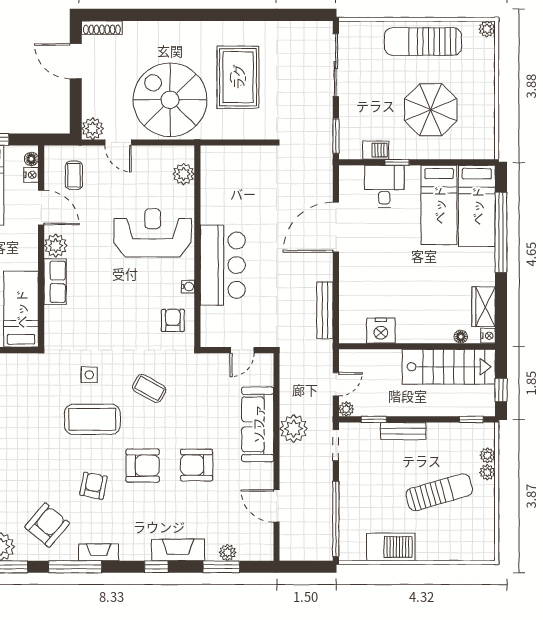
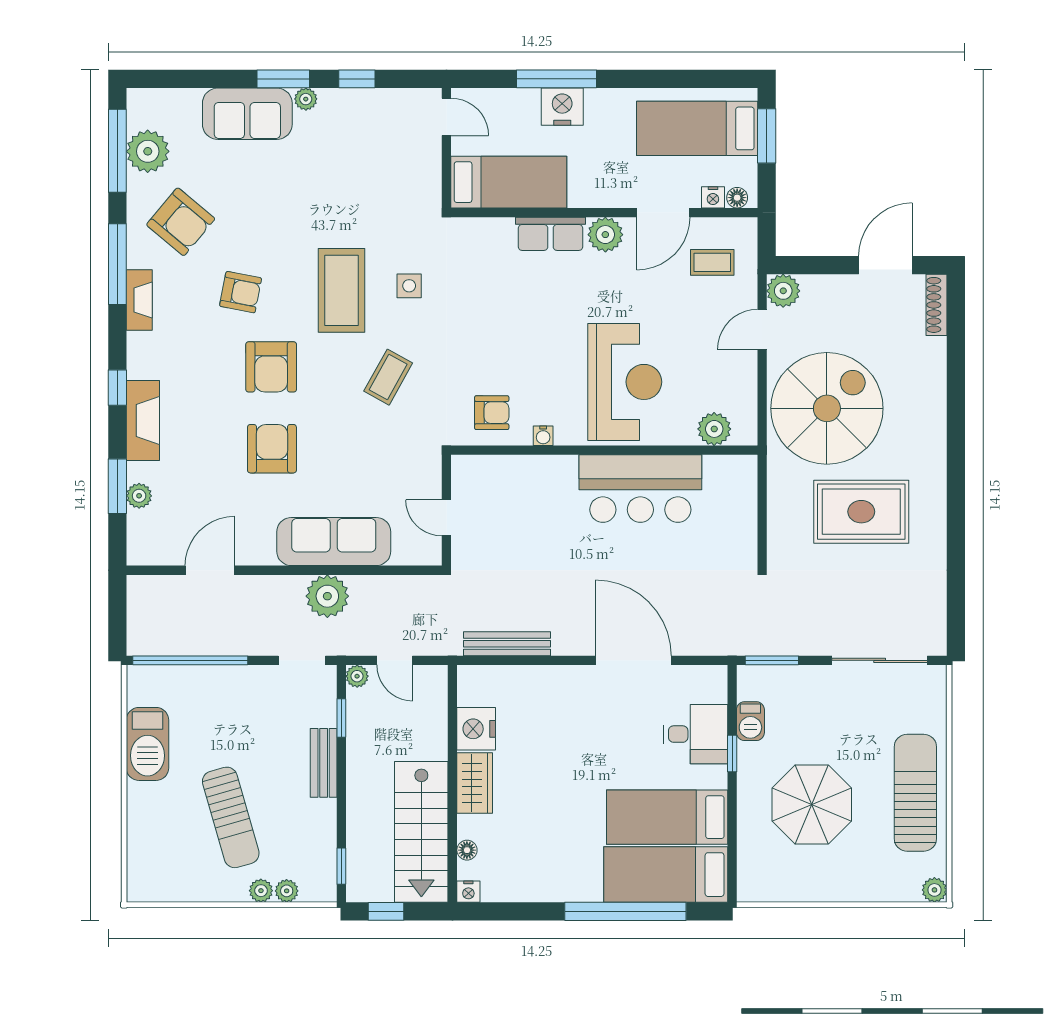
bar counter: (223, 265) -> (640, 489), moved
wardrobe: (484, 307) -> (475, 783), moved, turned 90

